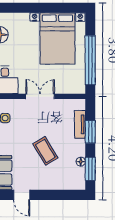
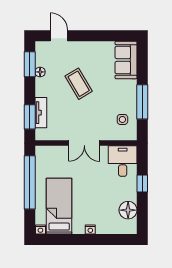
bed: (57, 38) -> (59, 206), width x0.67
window: (90, 132) -> (30, 117), moved
door: (22, 195) -> (59, 36), moved

